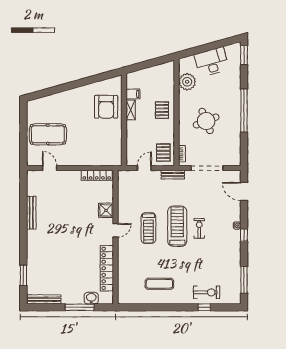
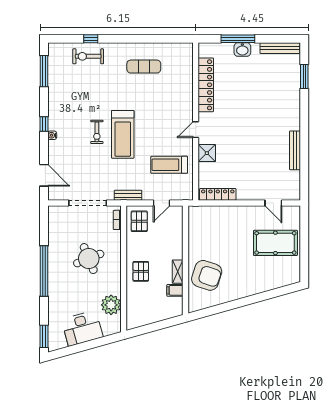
armchair: (106, 107) -> (207, 275), turned 108
treadmill: (148, 228) -> (169, 165), moved, turned -90
washbasin: (91, 298) -> (242, 50), moved

